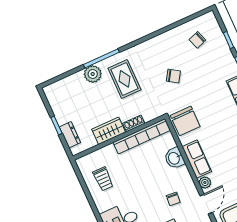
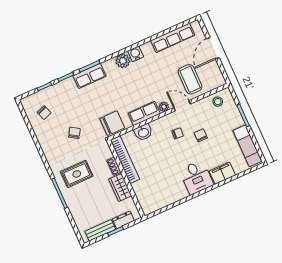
plant: (93, 74) -> (72, 201), removed
bench: (57, 107) -> (100, 230), added
trolley: (103, 179) -> (161, 192), removed

